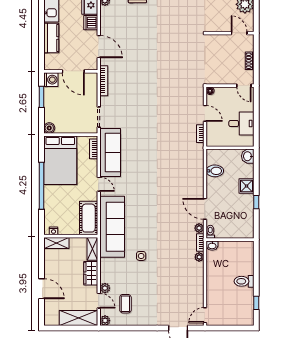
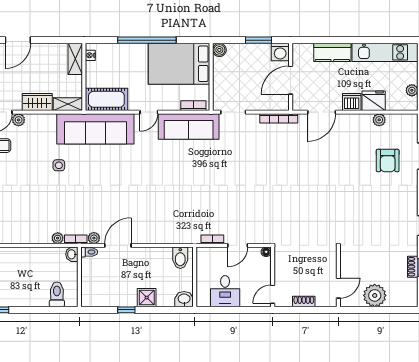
bidet: (215, 171) -> (180, 258), moved
toilet: (244, 281) -> (57, 294), moved

